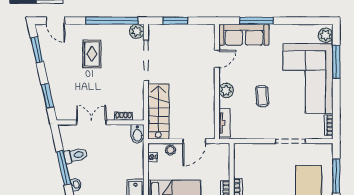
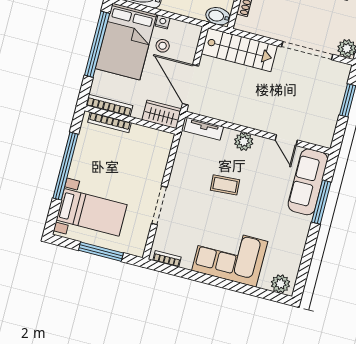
window: (336, 62) -> (244, 289), removed
corner sofa: (308, 79) -> (230, 256), width x0.73, depth x0.74
door: (194, 141) -> (190, 85), width x1.36
stool: (170, 150) -> (163, 46), moved
nightstand: (152, 157) -> (163, 22), moved
wardrobe: (222, 157) -> (162, 114), added

